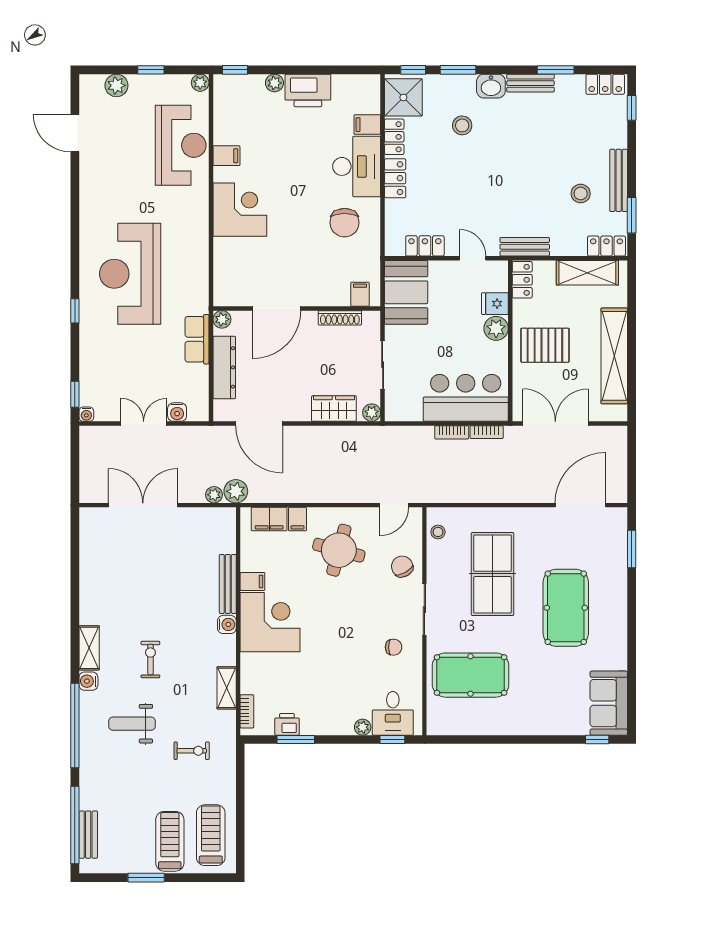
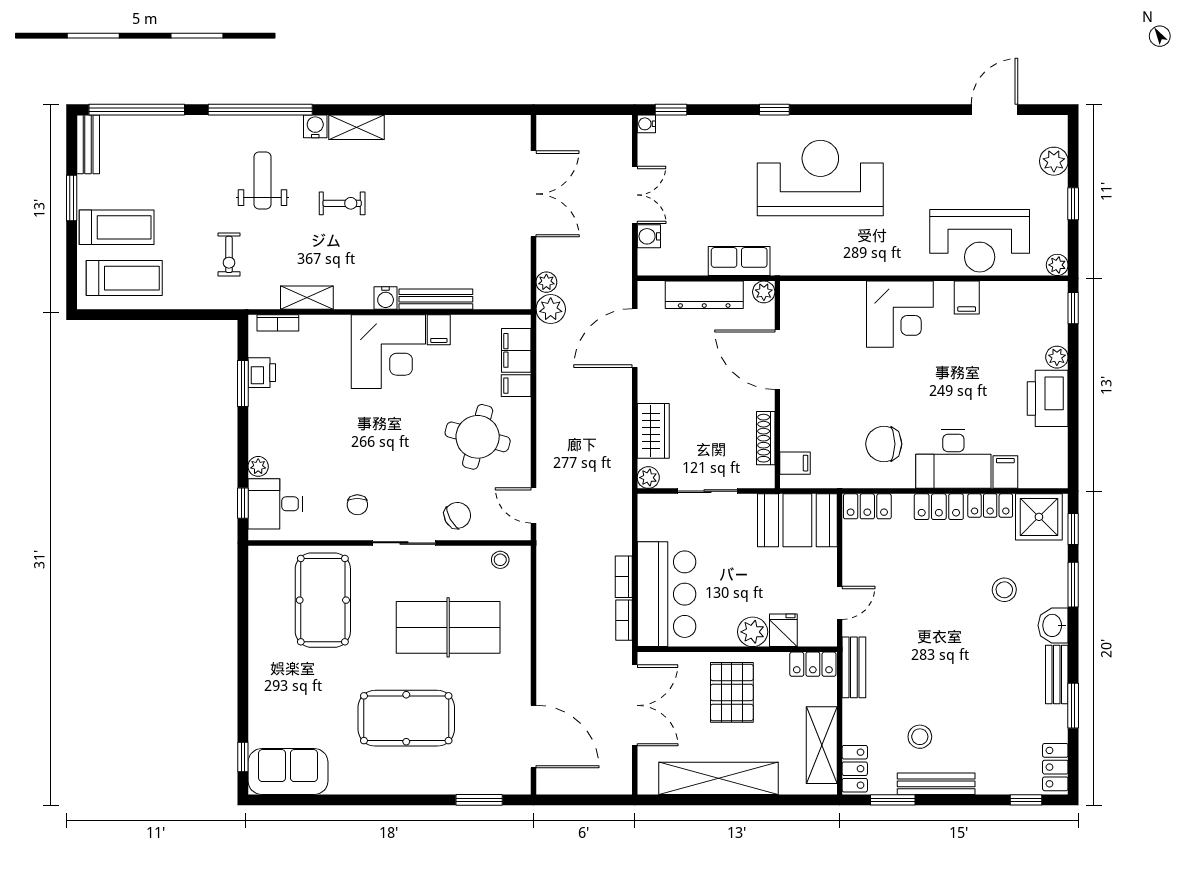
locker: (425, 246) -> (867, 506), moved, turned 90
bench: (88, 835) -> (88, 144), moved, turned 90

